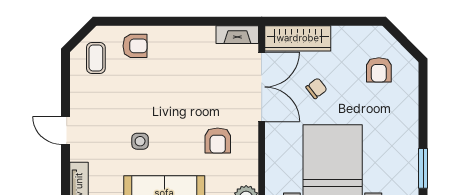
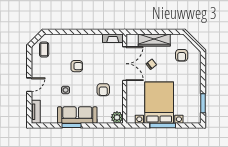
wardrobe: (298, 38) -> (154, 40), moved
armchair: (135, 46) -> (77, 66), moved
door: (65, 130) -> (29, 85), swing flipped

